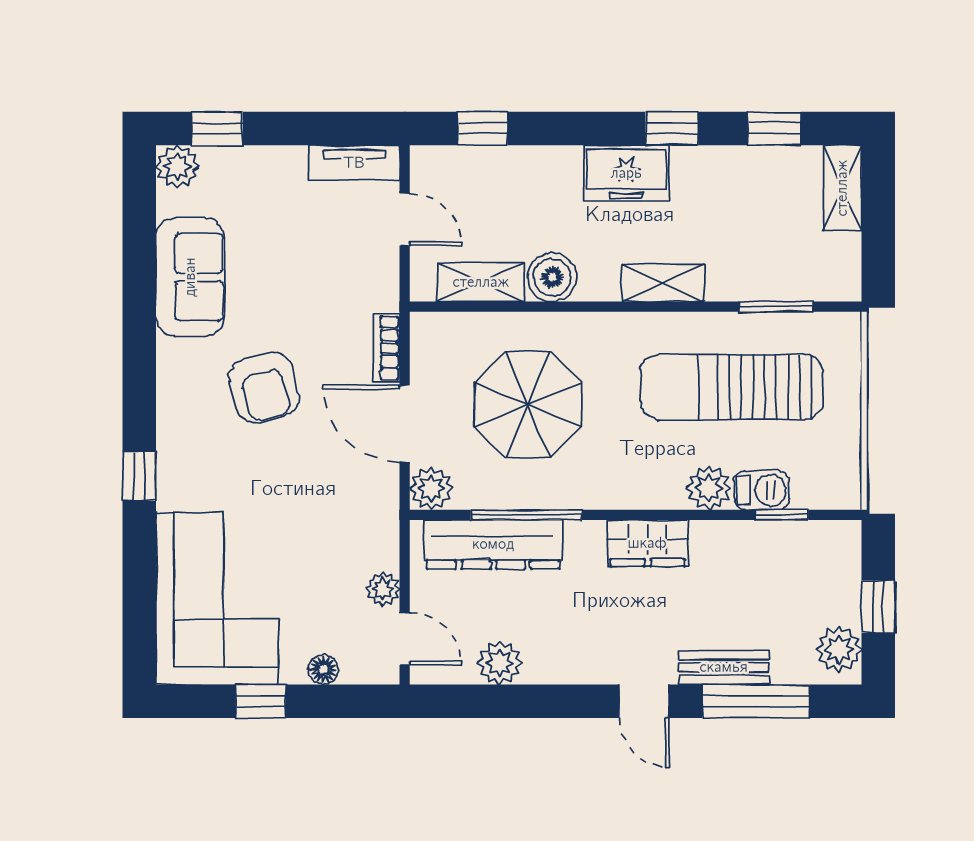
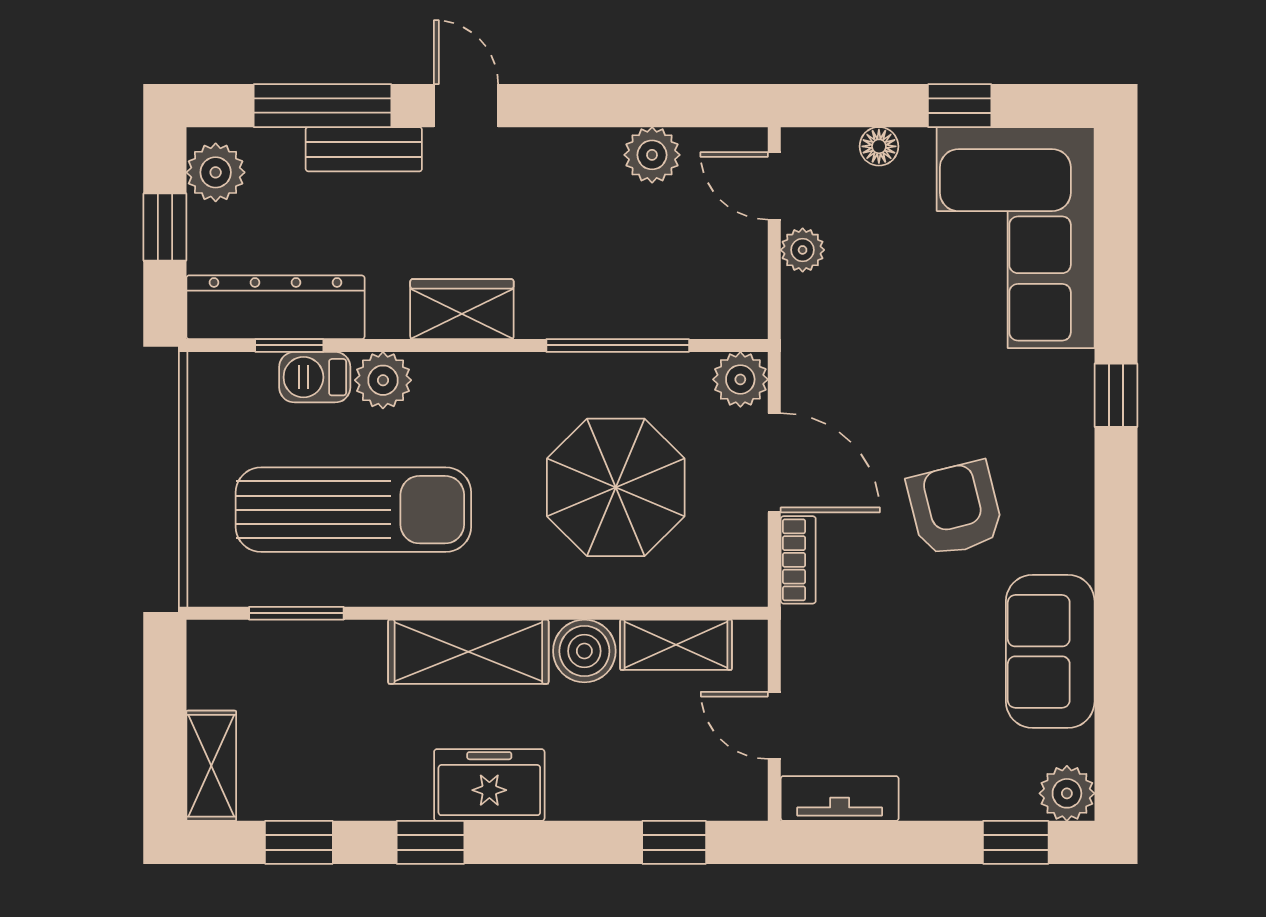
shelving: (663, 283) -> (468, 652), width x1.50, depth x1.33
dresser: (493, 544) -> (275, 307), moved

